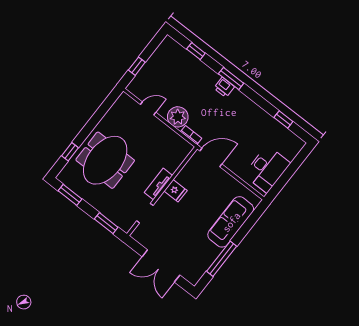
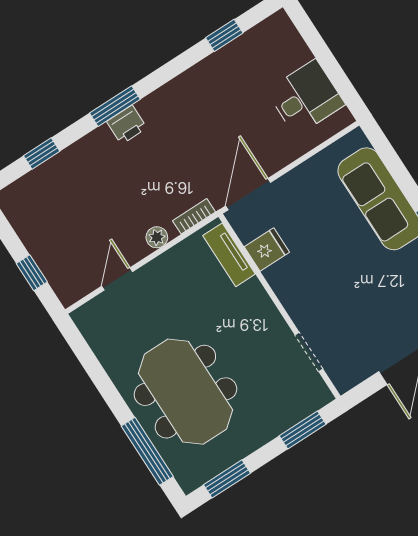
plant: (178, 117) -> (157, 237), width x0.53, depth x0.53
window: (70, 152) -> (147, 451), width x2.17
desk: (267, 169) -> (306, 98), width x0.73
tv unit: (158, 184) -> (229, 255), moved
fridge: (176, 191) -> (267, 250), moved

